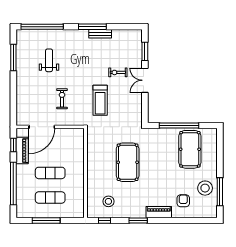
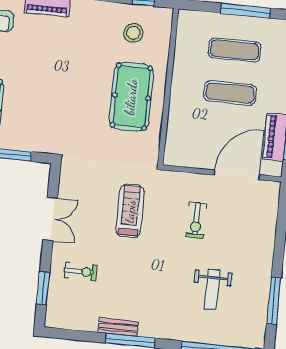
exercise bike: (118, 72) -> (81, 271), moved
double door: (145, 80) -> (50, 219), moved
pool table: (128, 162) -> (131, 97), moved

